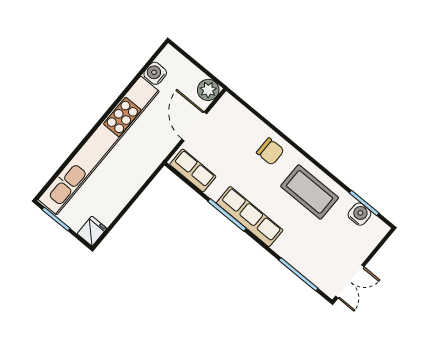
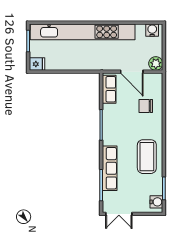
water cooler: (155, 73) -> (152, 30), moved
door: (194, 126) -> (132, 72), swing flipped
chair: (270, 152) -> (146, 106), moved, turned 90
water cooler: (359, 214) -> (156, 202), moved
row of seats: (250, 217) -> (110, 168), moved

